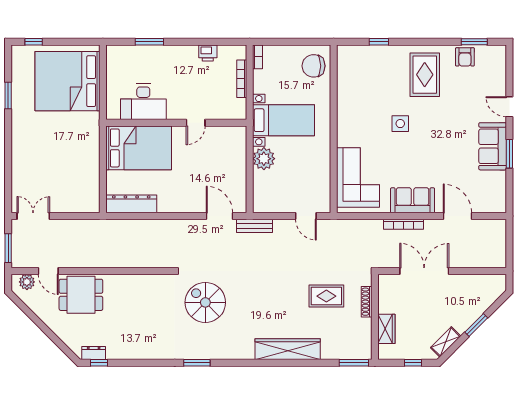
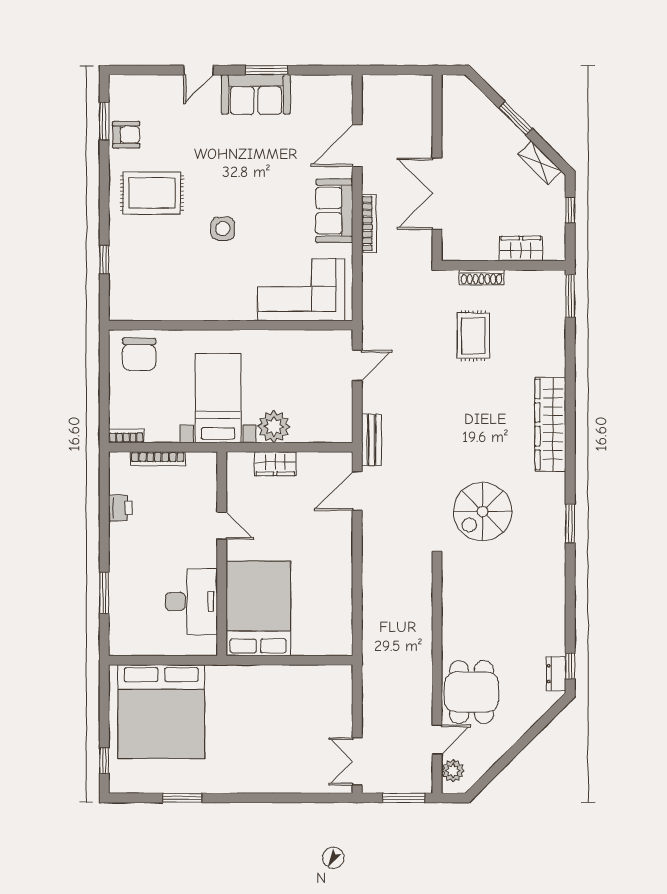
wardrobe: (238, 160) -> (275, 464), added
dresser: (131, 204) -> (340, 619), removed
wardrobe: (288, 349) -> (550, 424), moved

